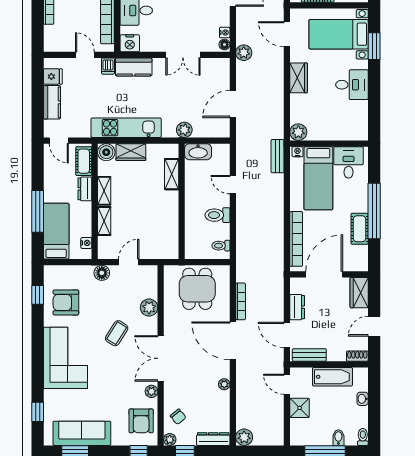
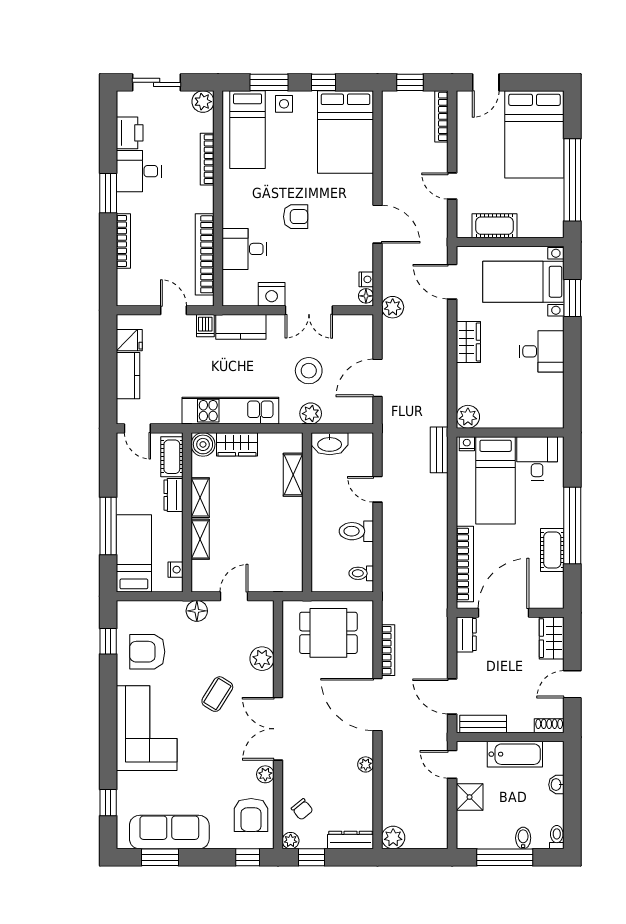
nightstand: (130, 43) -> (272, 294), moved
stool: (183, 99) -> (309, 371), added
dining table: (197, 289) -> (328, 633), turned 90
dresser: (297, 307) -> (466, 635), moved

